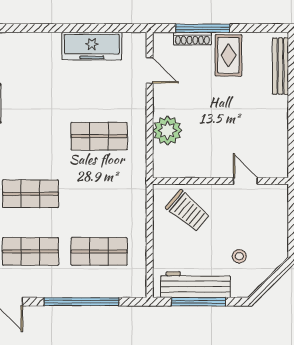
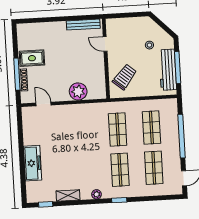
freezer: (92, 46) -> (33, 163), moved
bench: (280, 66) -> (83, 25), moved
door: (150, 70) -> (43, 104), hinge flipped
shop shelf: (99, 136) -> (118, 129), moved
door: (245, 181) -> (105, 44), hinge flipped

